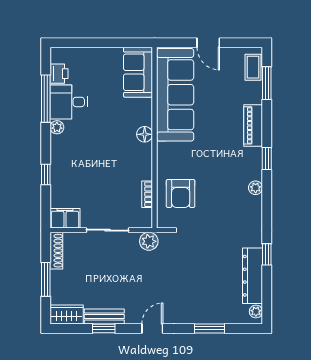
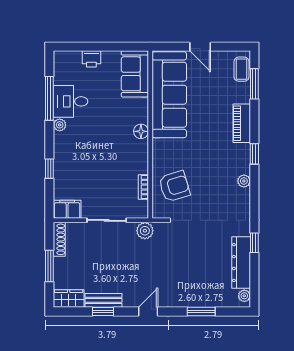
printer: (59, 74) -> (91, 59), moved, turned 90
armchair: (181, 193) -> (174, 186), turned -107

